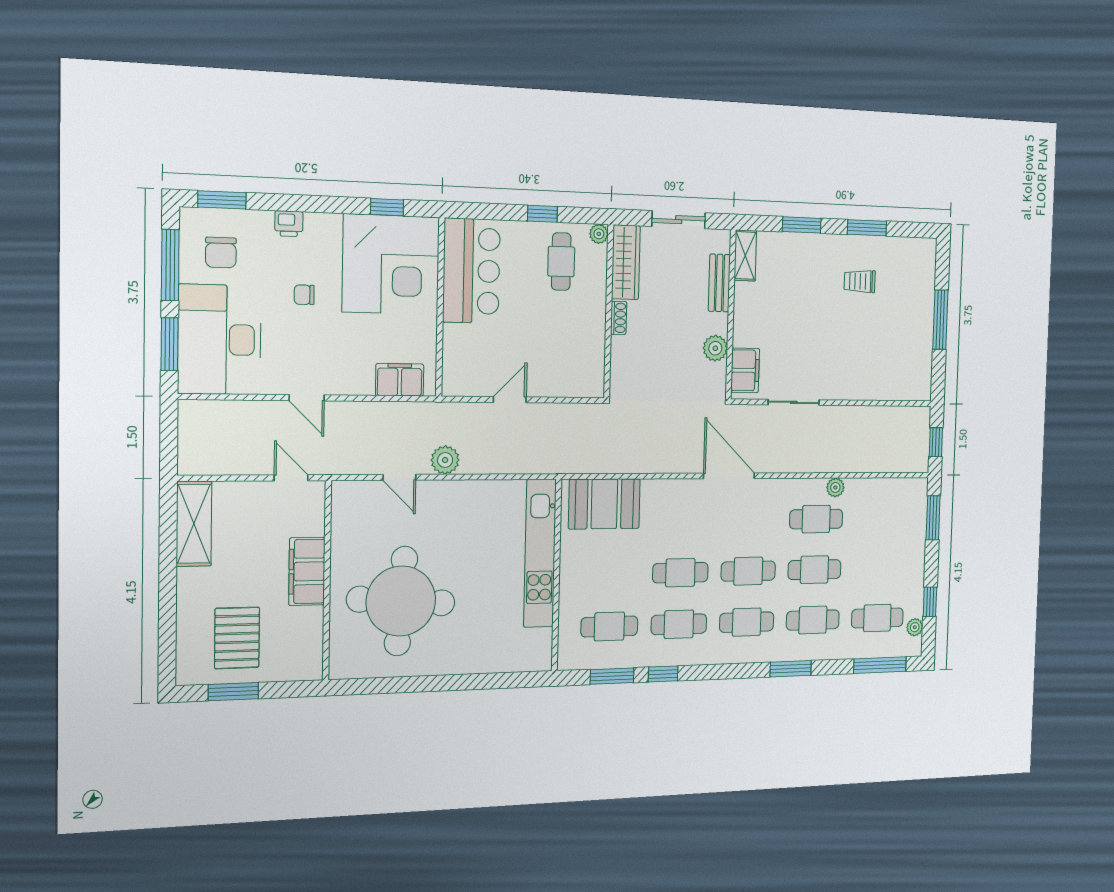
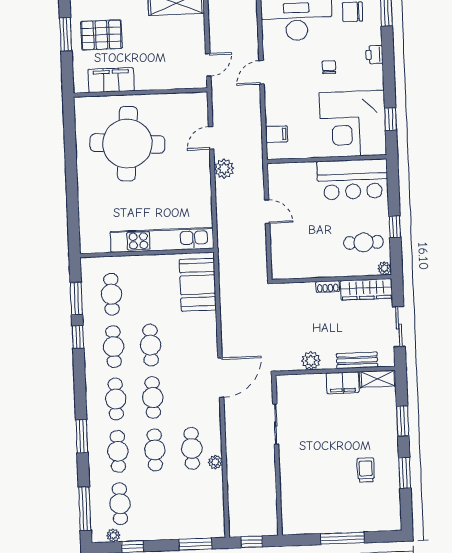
filing cabinet: (745, 370) -> (343, 383), moved
filing cabinet: (400, 380) -> (277, 134), width x0.50
filing cabinet: (307, 571) -> (111, 80), moved

